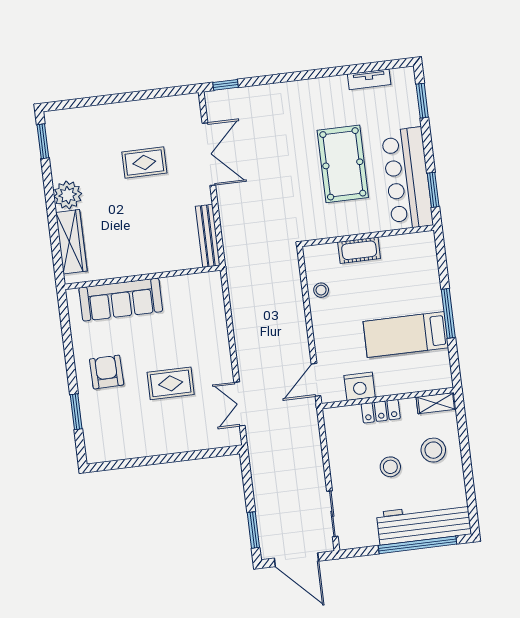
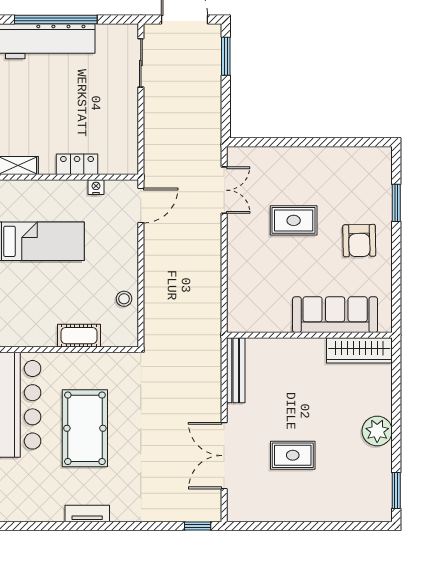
tv unit: (369, 79) -> (87, 513), moved
wardrobe: (71, 242) -> (359, 350), moved, turned -90
nightstand: (360, 386) -> (96, 187), width x0.53, depth x0.56
stool: (433, 450) -> (27, 117), removed
stool: (390, 467) -> (74, 105), removed

